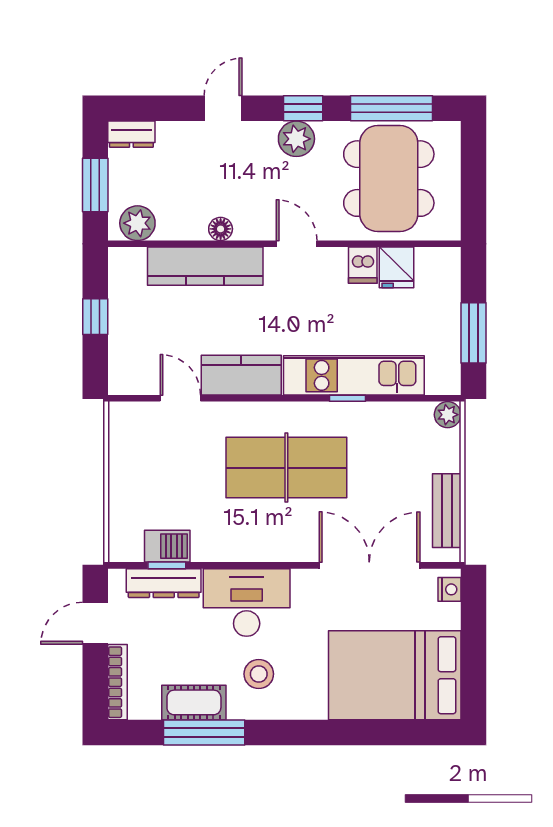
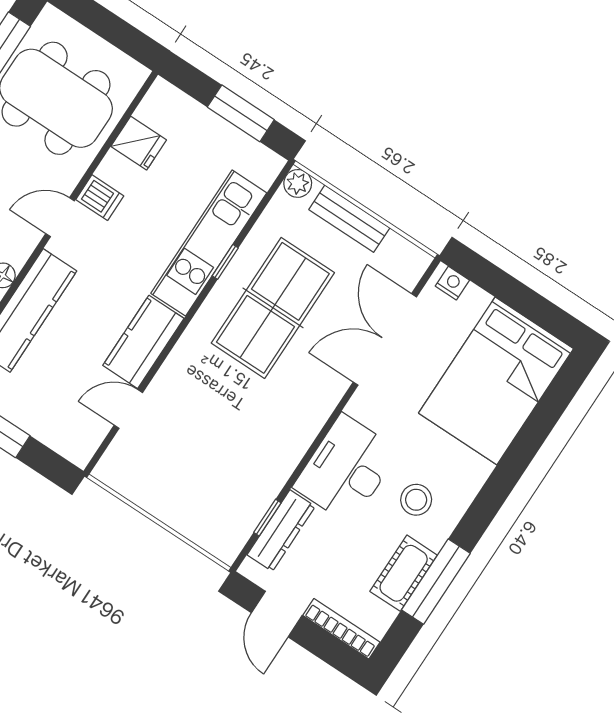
dishwasher: (363, 265) -> (100, 198), moved
table tennis table: (286, 468) -> (273, 308), moved
bench: (447, 511) -> (349, 219), moved
barbecue: (167, 546) -> (251, 506), removed

